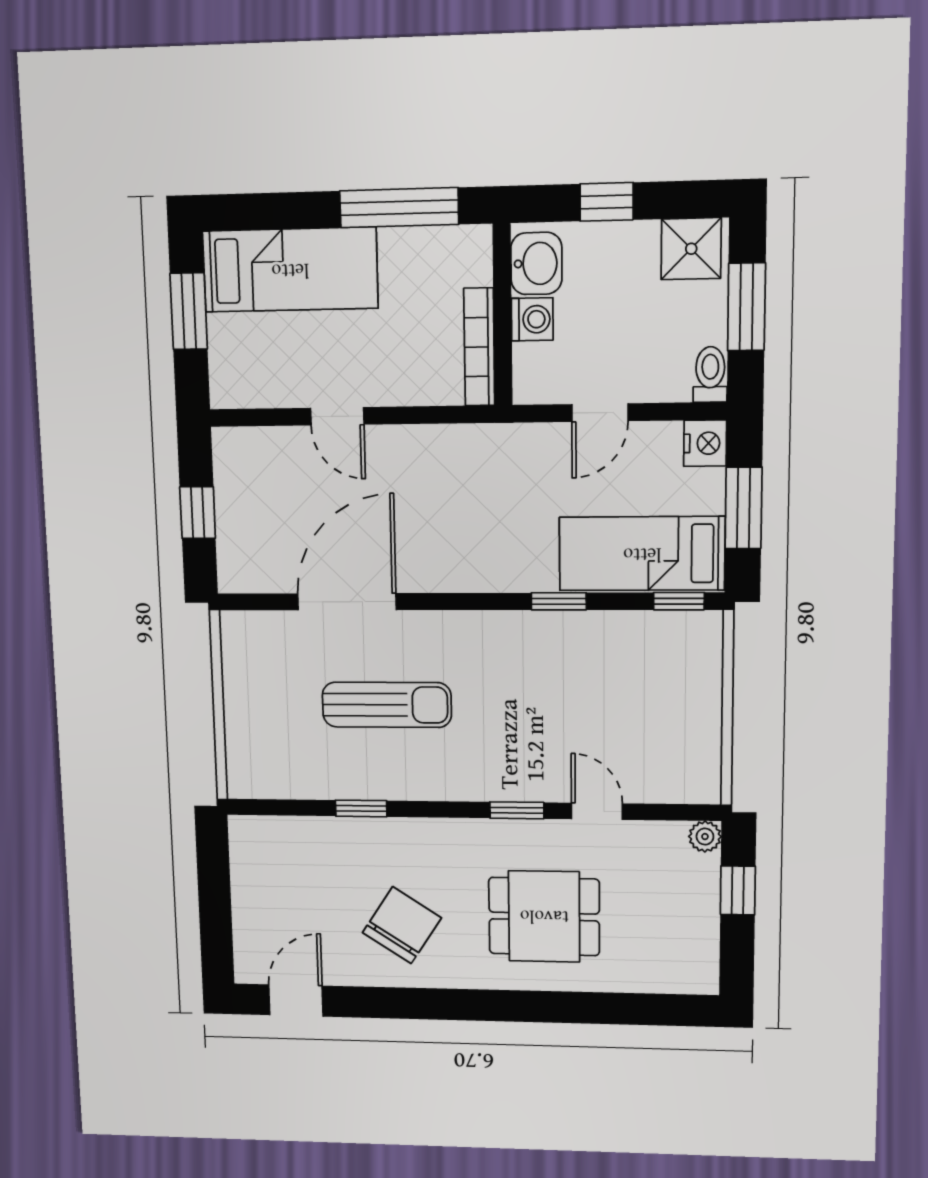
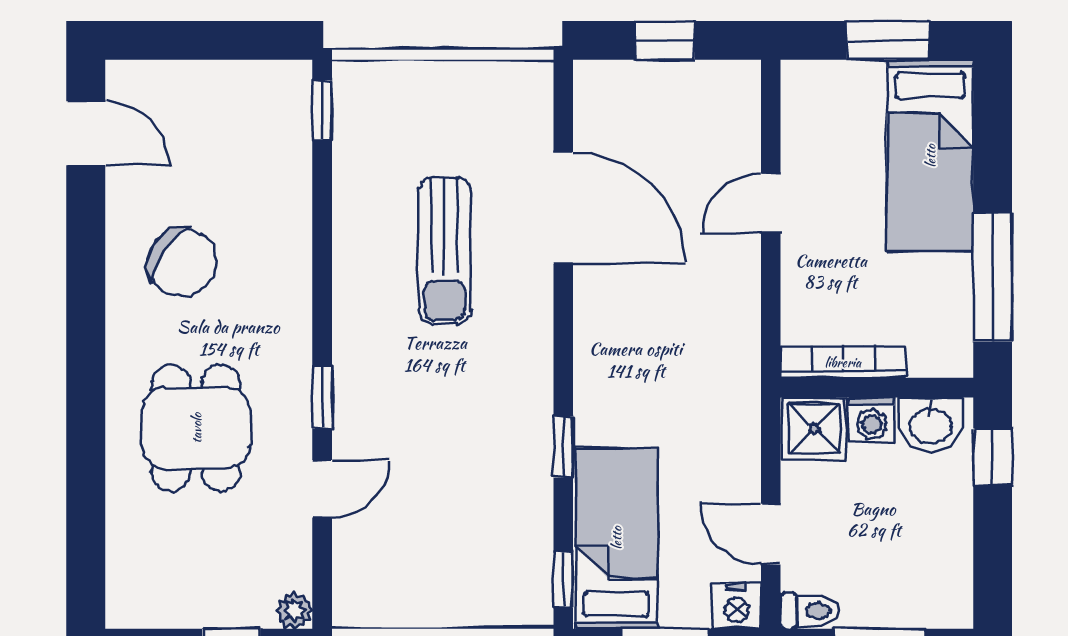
window: (607, 202) -> (993, 457), moved
shower: (691, 249) -> (814, 429), moved
door: (600, 413) -> (771, 534), moved
window: (361, 808) -> (322, 110), moved

